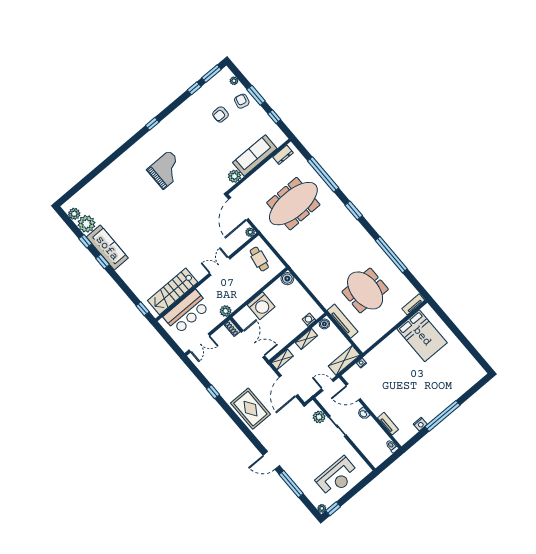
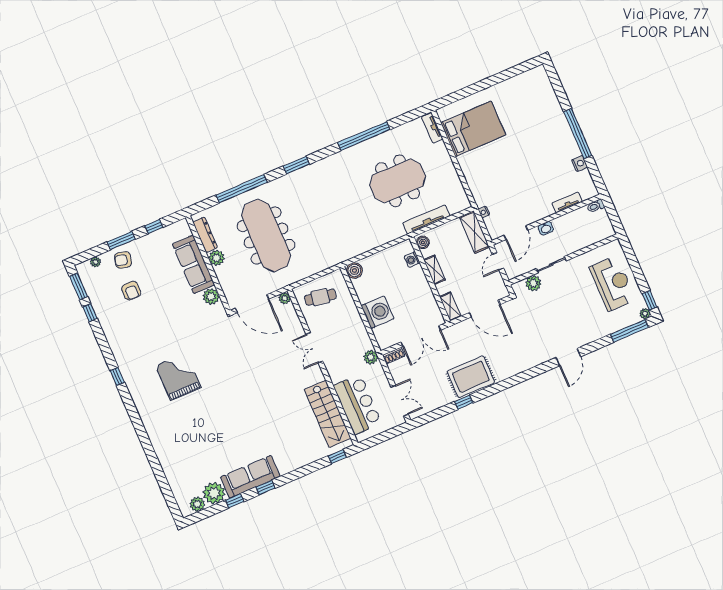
dresser: (283, 155) -> (205, 235), width x1.44
plant: (265, 171) -> (217, 258), added
double door: (253, 344) -> (421, 336), swing flipped
rug: (250, 409) -> (471, 377), moved
window: (291, 484) -> (629, 331), moved

